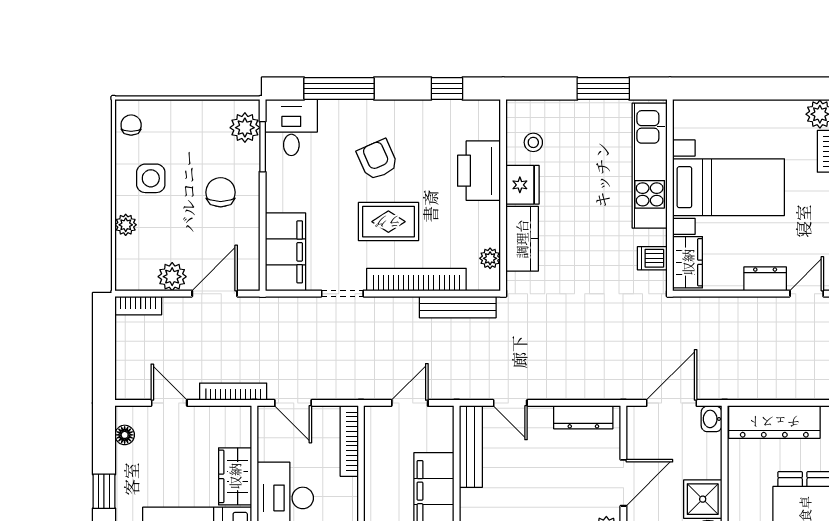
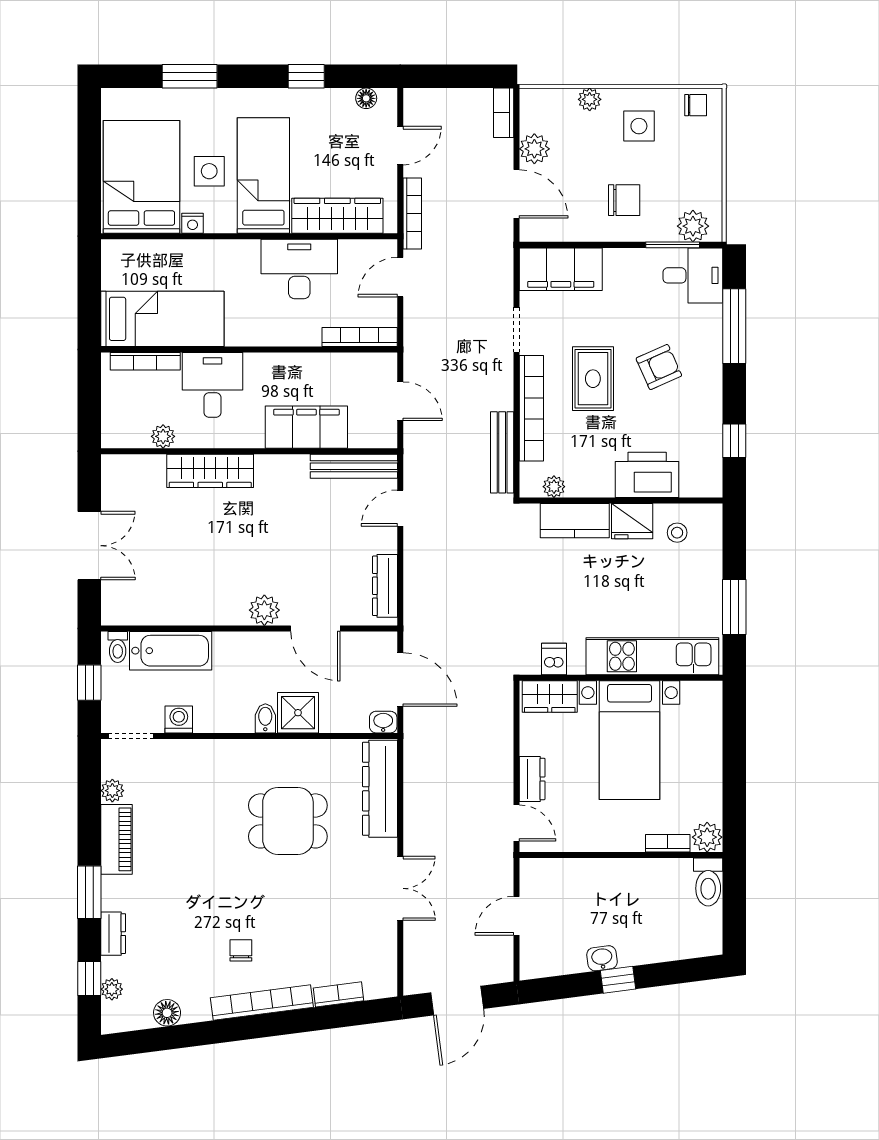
wardrobe: (235, 476) -> (337, 216), width x1.50

